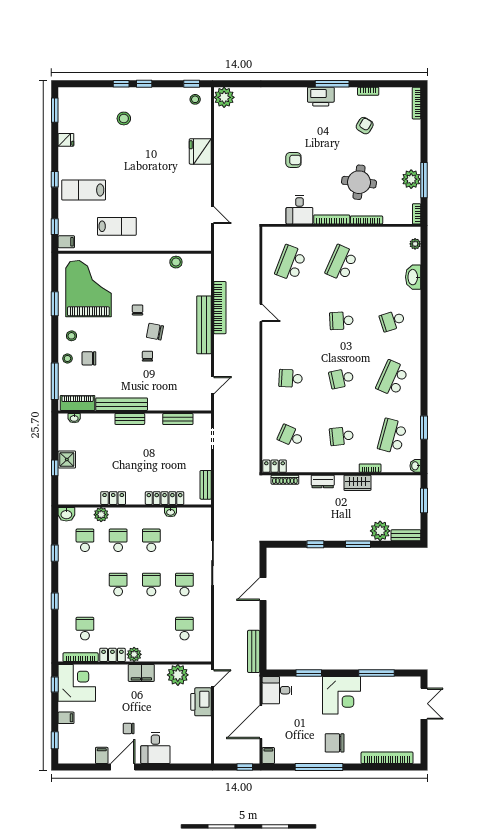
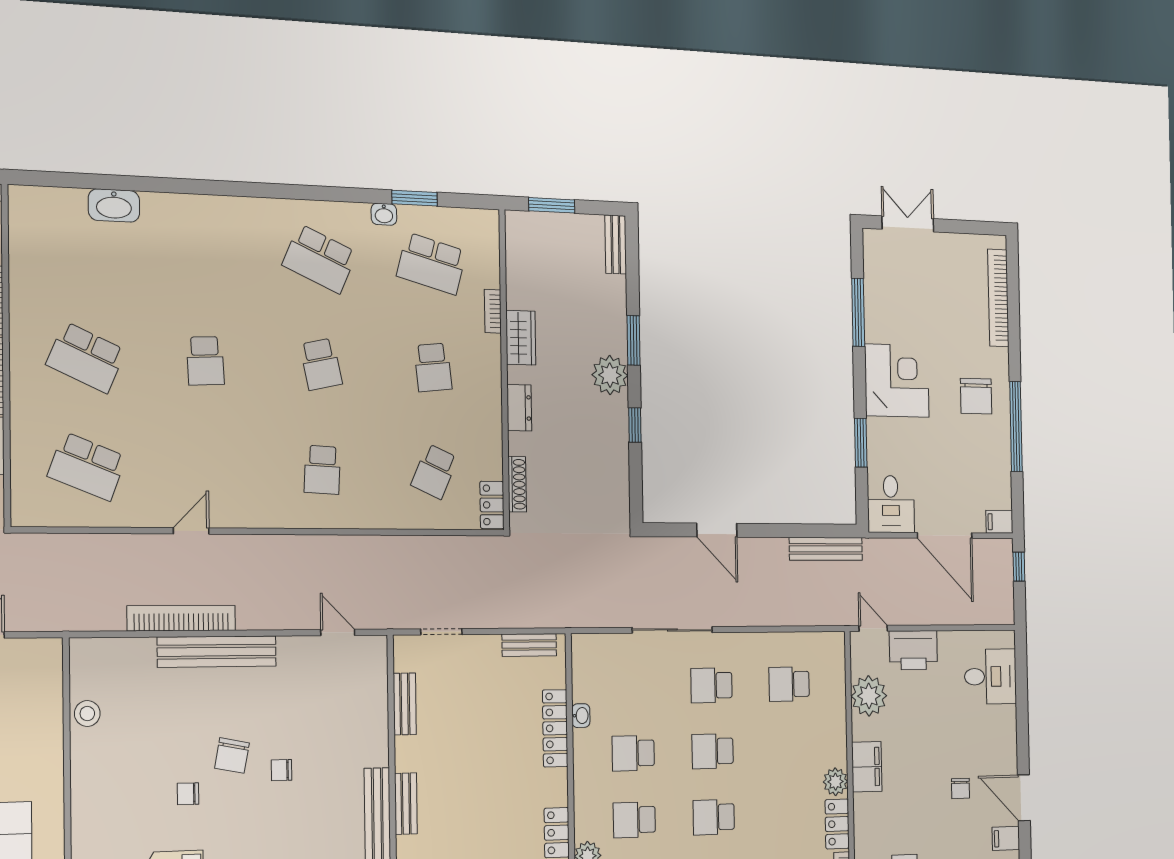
plant: (415, 244) -> (44, 198), removed
school desk: (392, 321) -> (204, 254), removed
washbasin: (415, 466) -> (384, 214), moved
plant: (380, 531) -> (610, 375), moved
desk: (155, 748) -> (990, 677), moved

